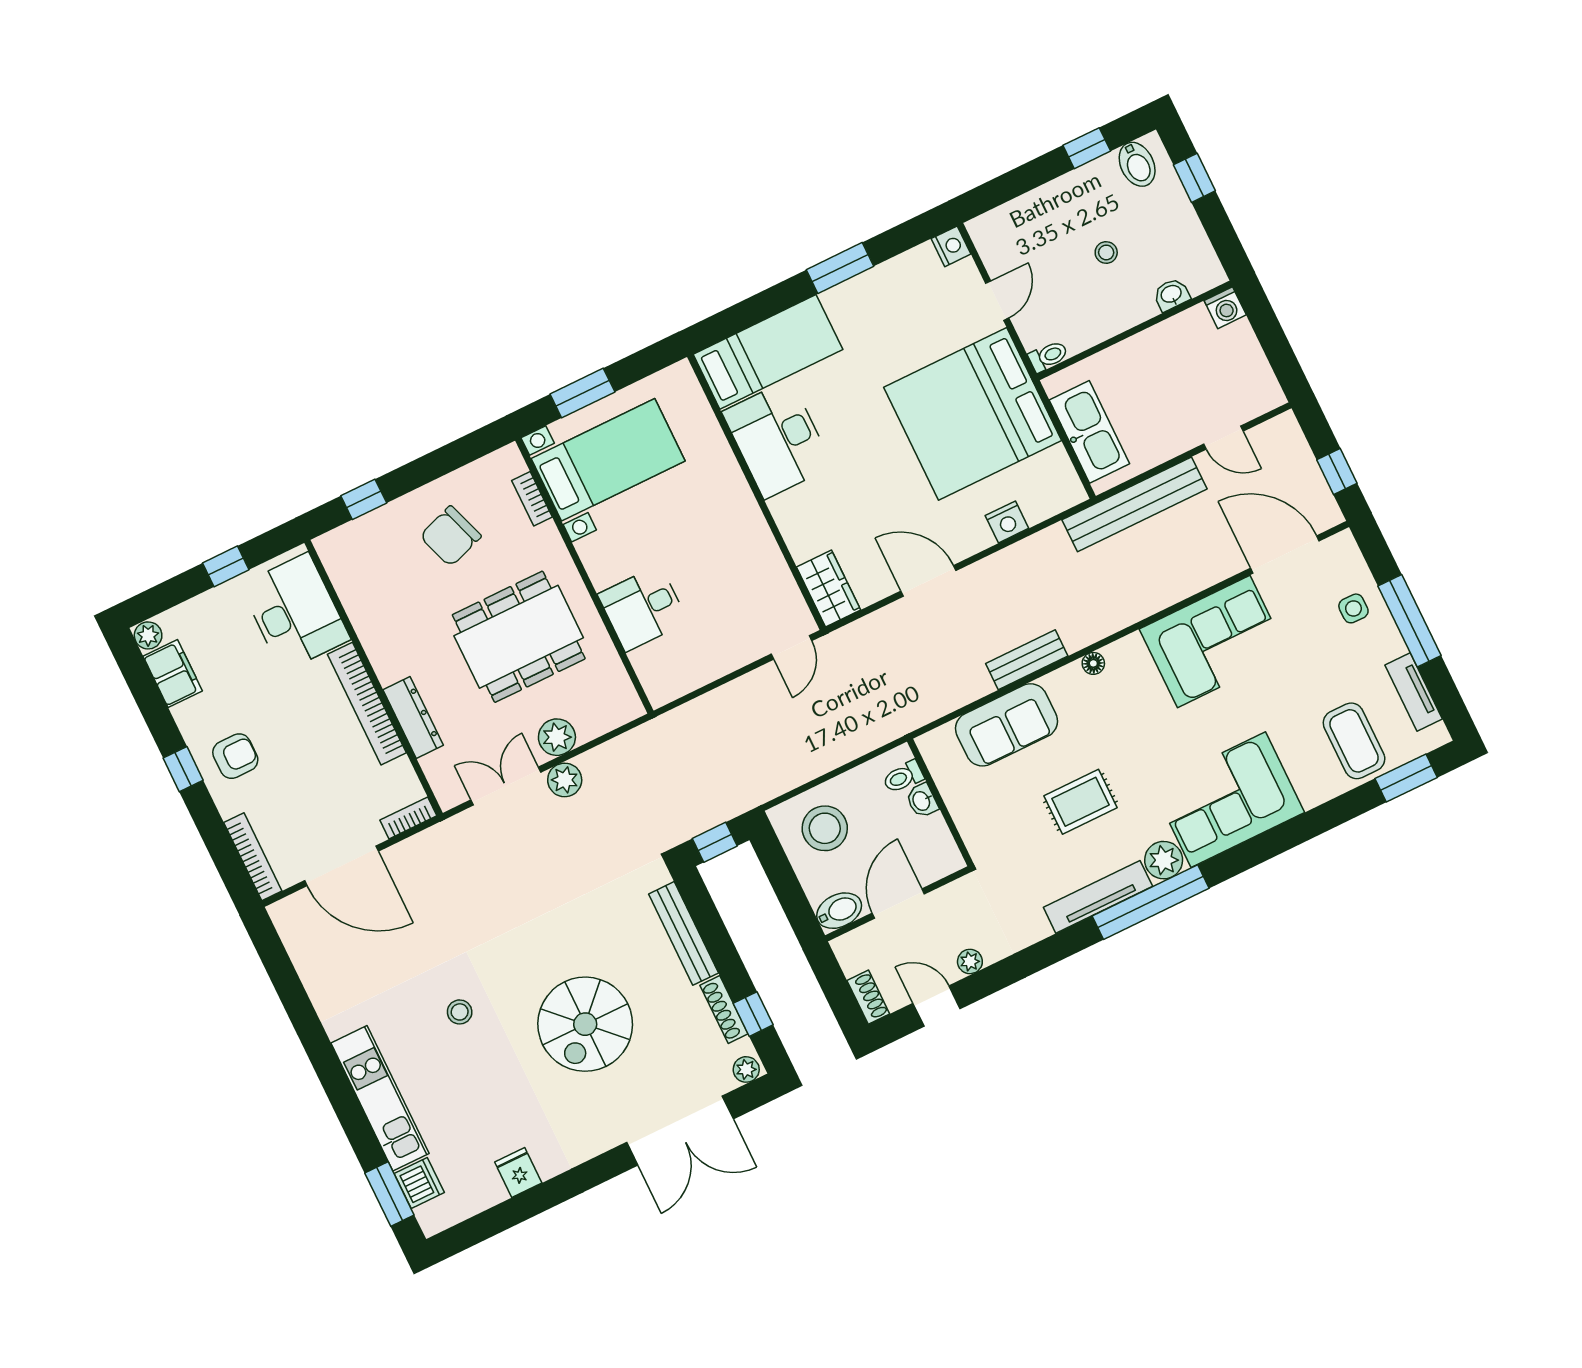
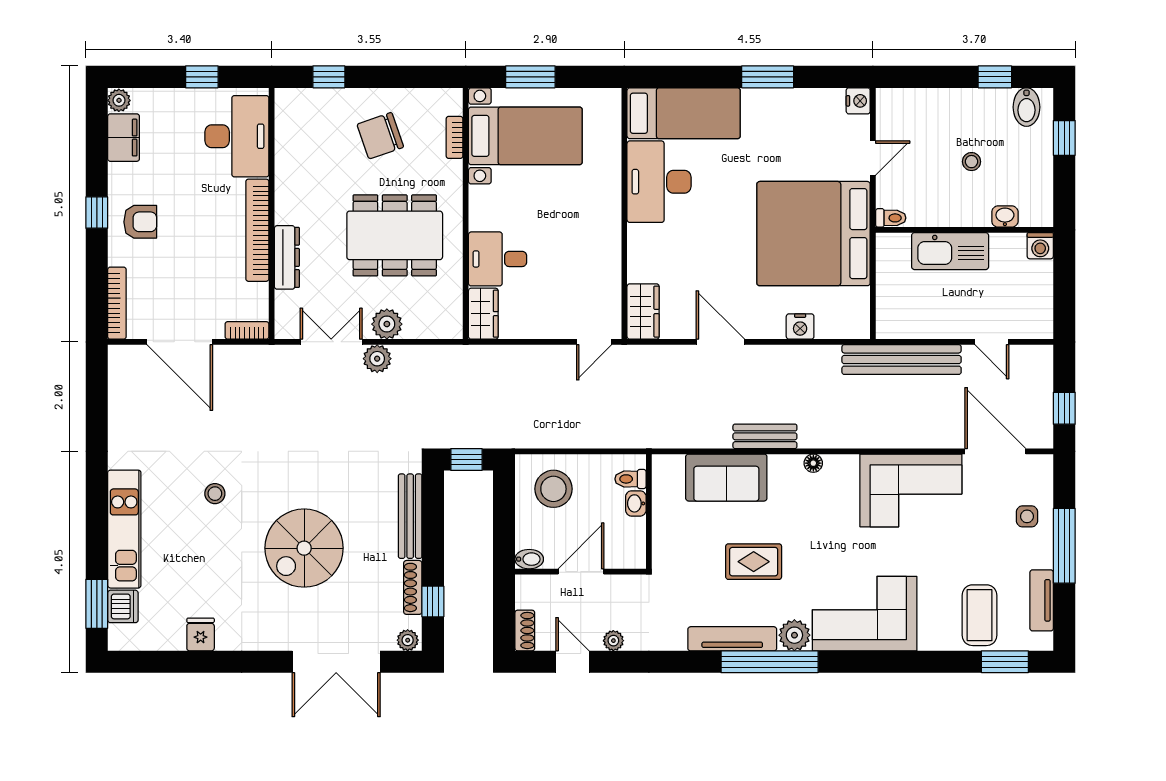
kitchen sink: (1089, 432) -> (950, 251), moved, turned 90
wardrobe: (656, 675) -> (483, 314), added
bidet: (839, 911) -> (529, 559), width x0.72, depth x0.74

